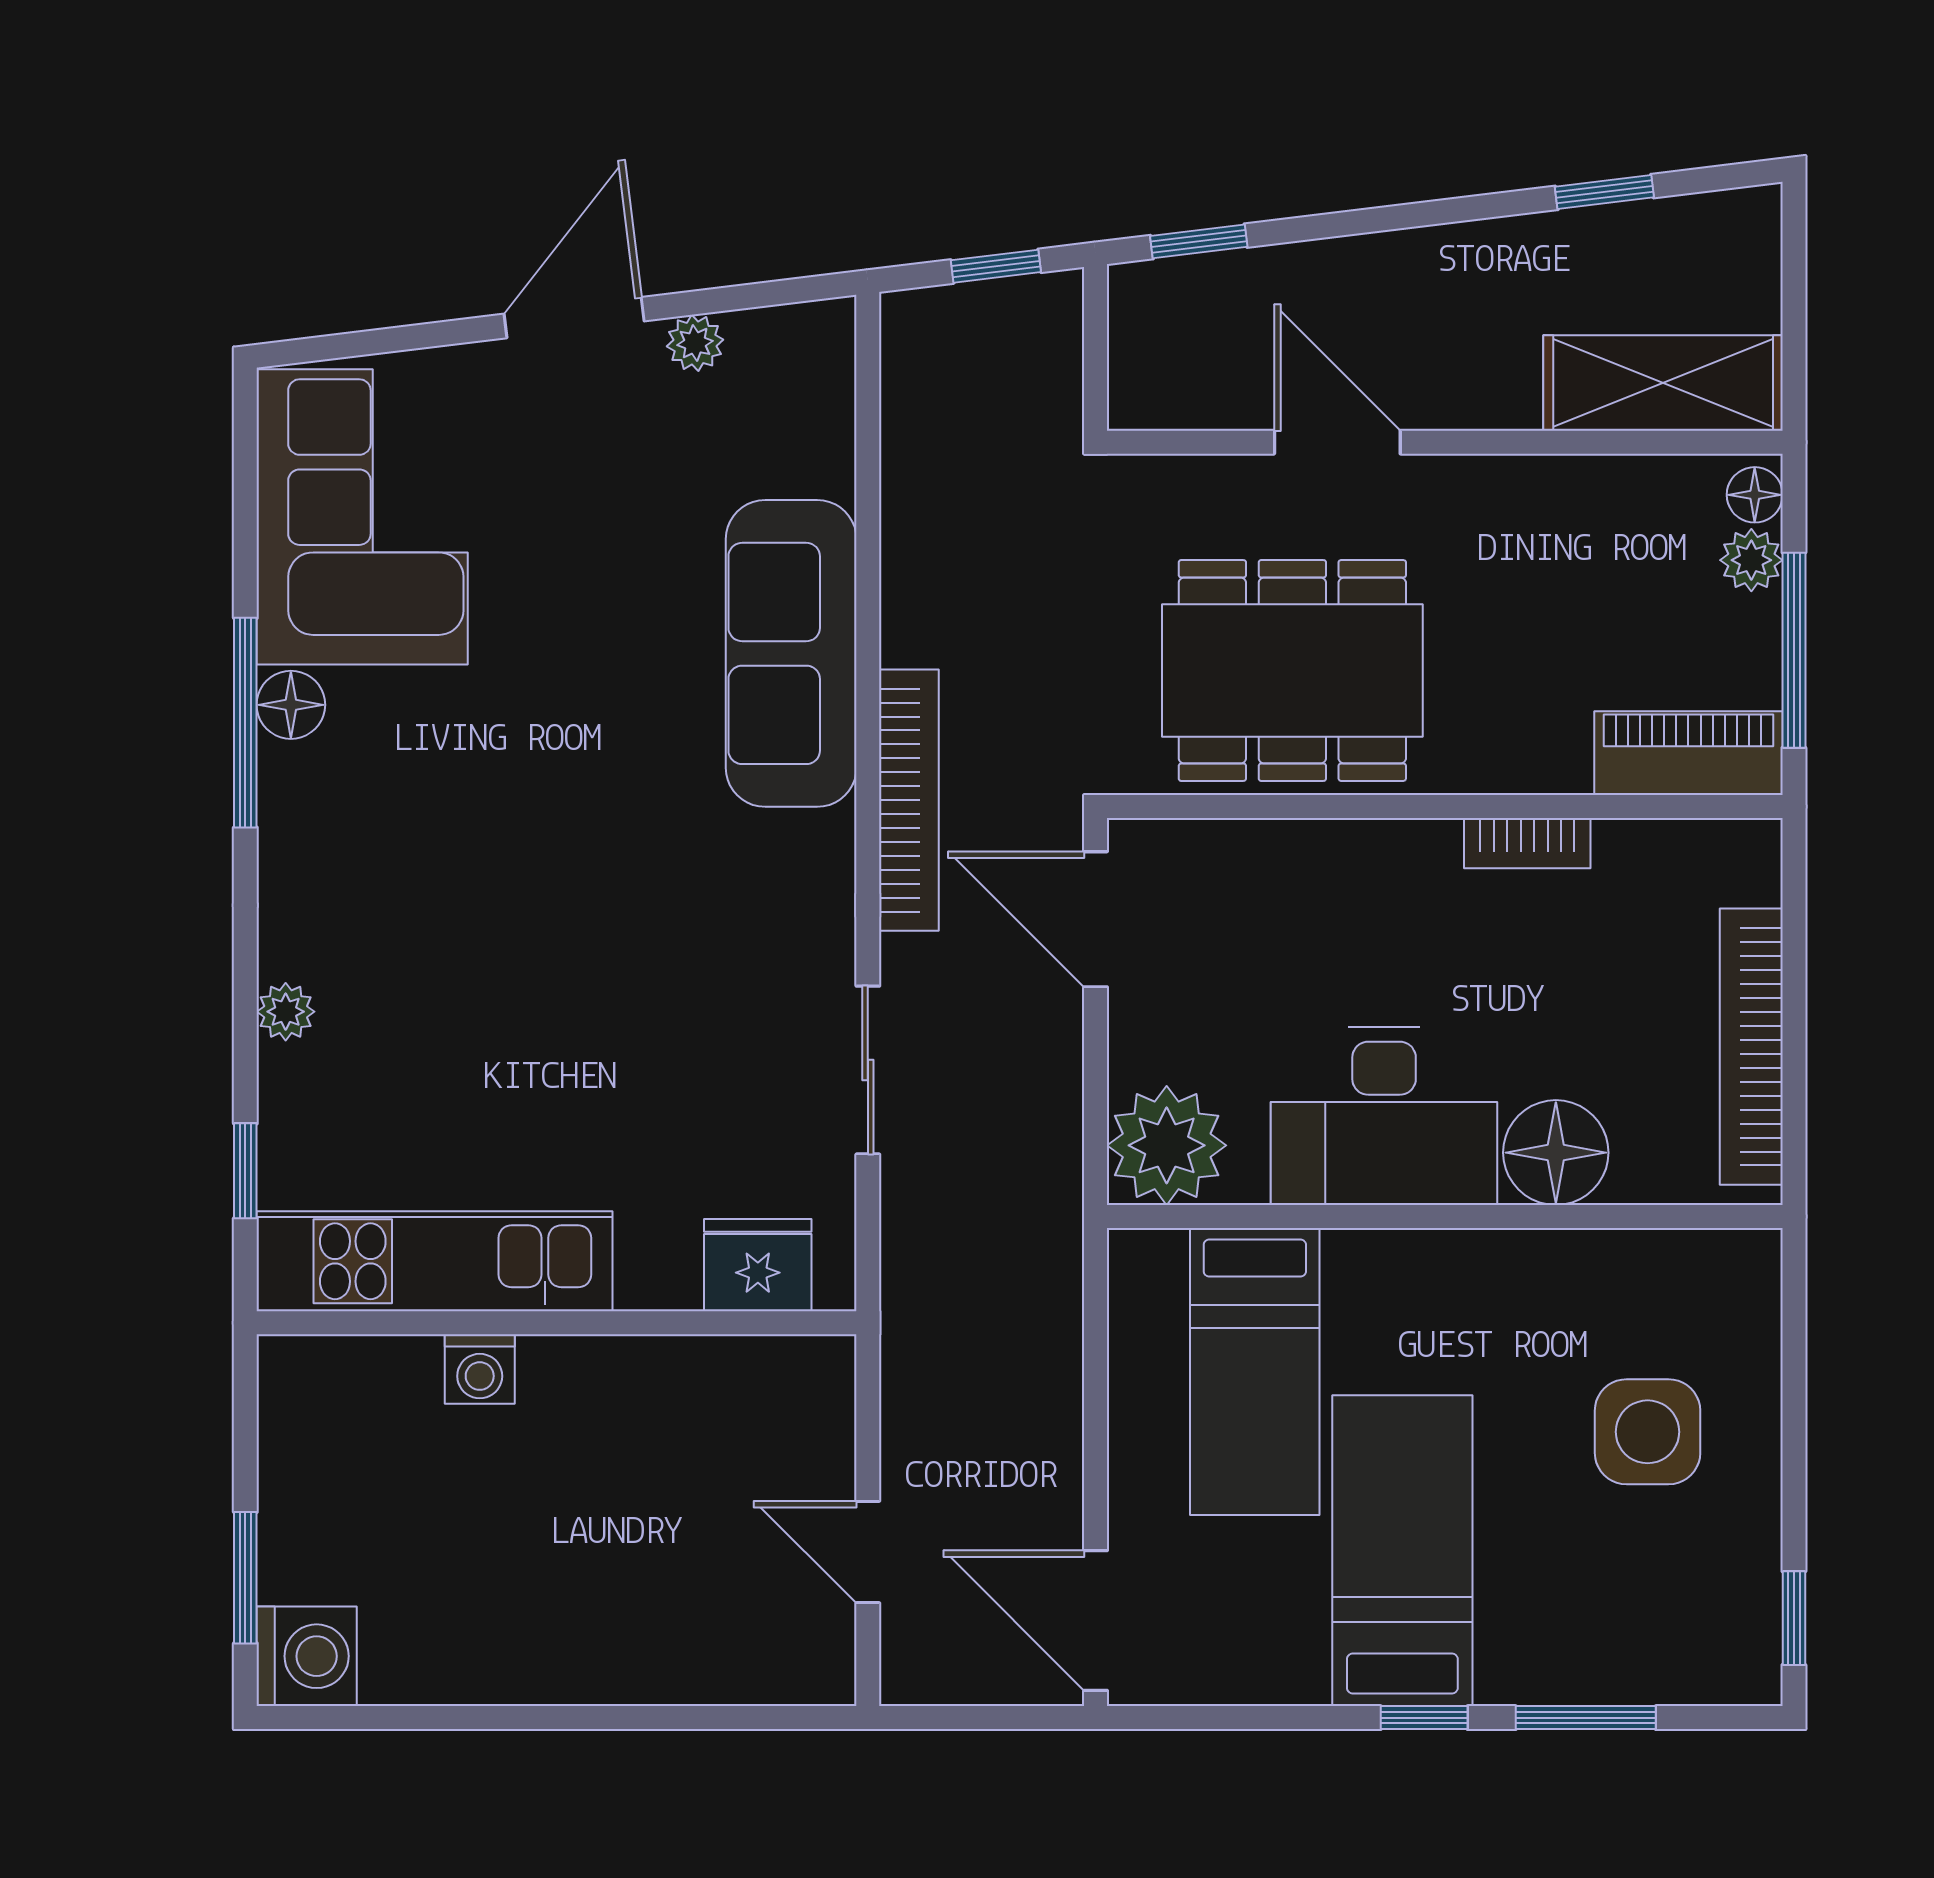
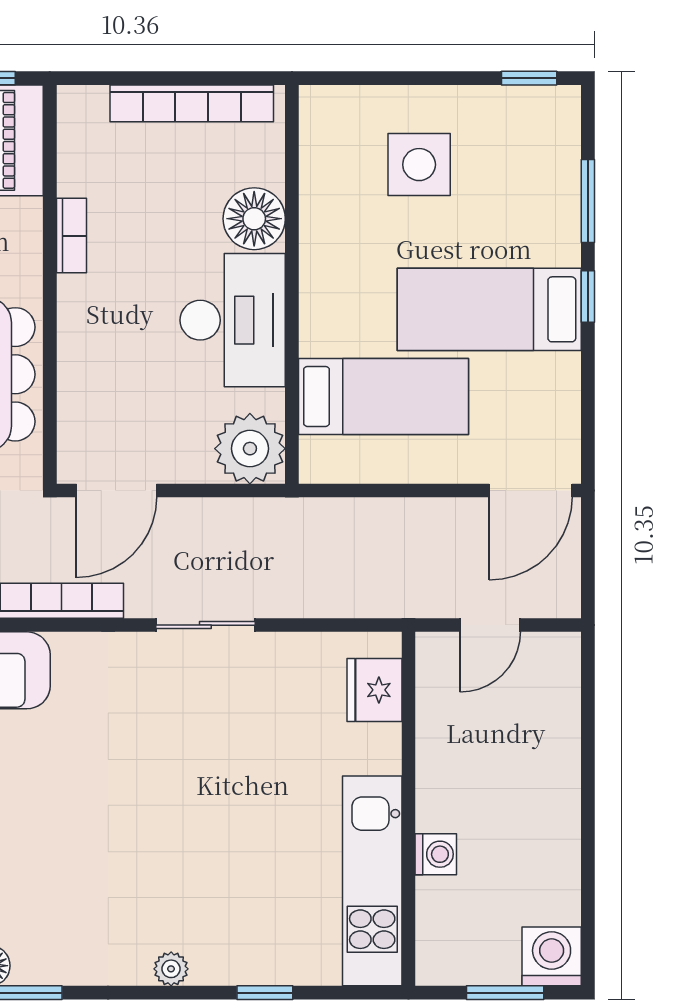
kitchen unit: (435, 1261) -> (372, 881), moved
fridge: (758, 1265) -> (375, 690), moved
wall: (557, 1323) -> (409, 809), moved
washing machine: (480, 1369) -> (436, 854), moved

